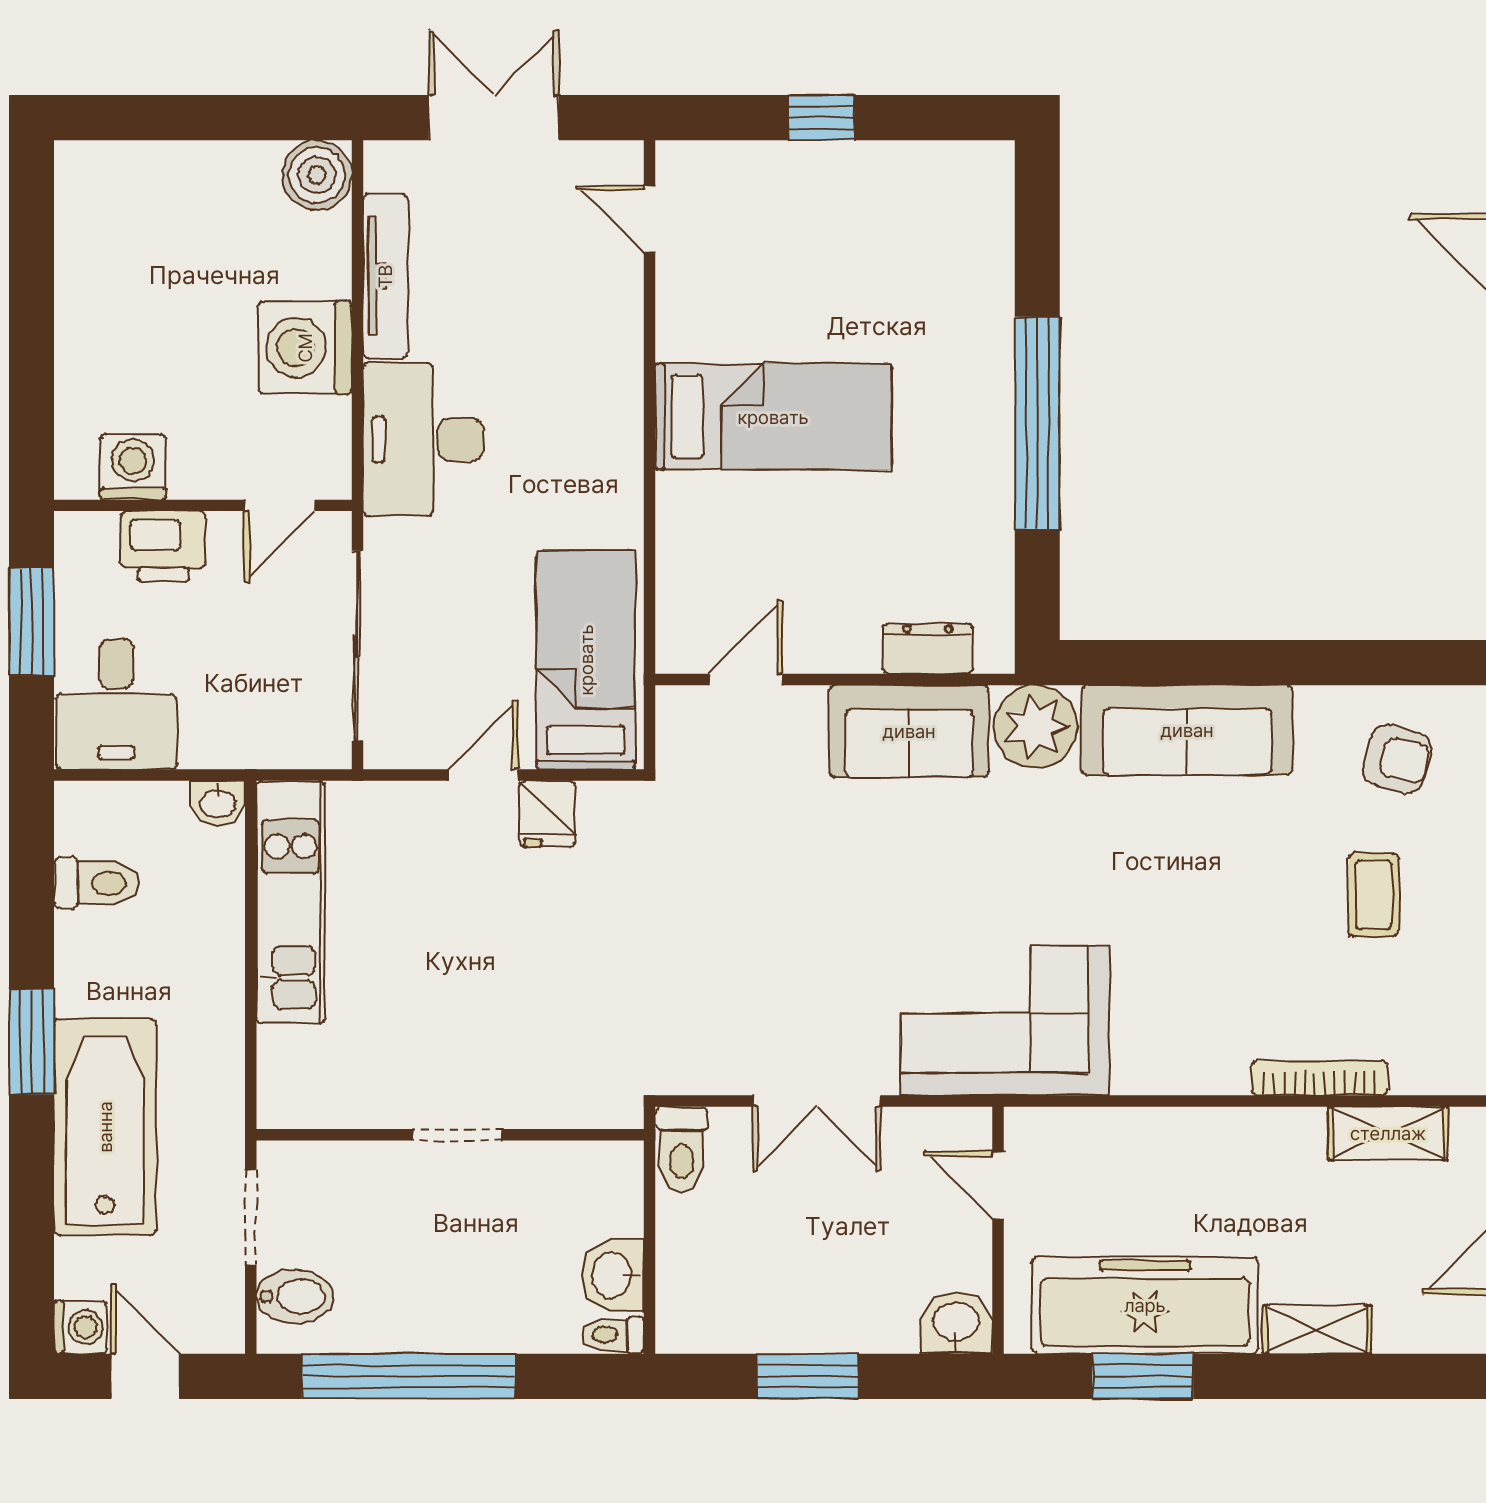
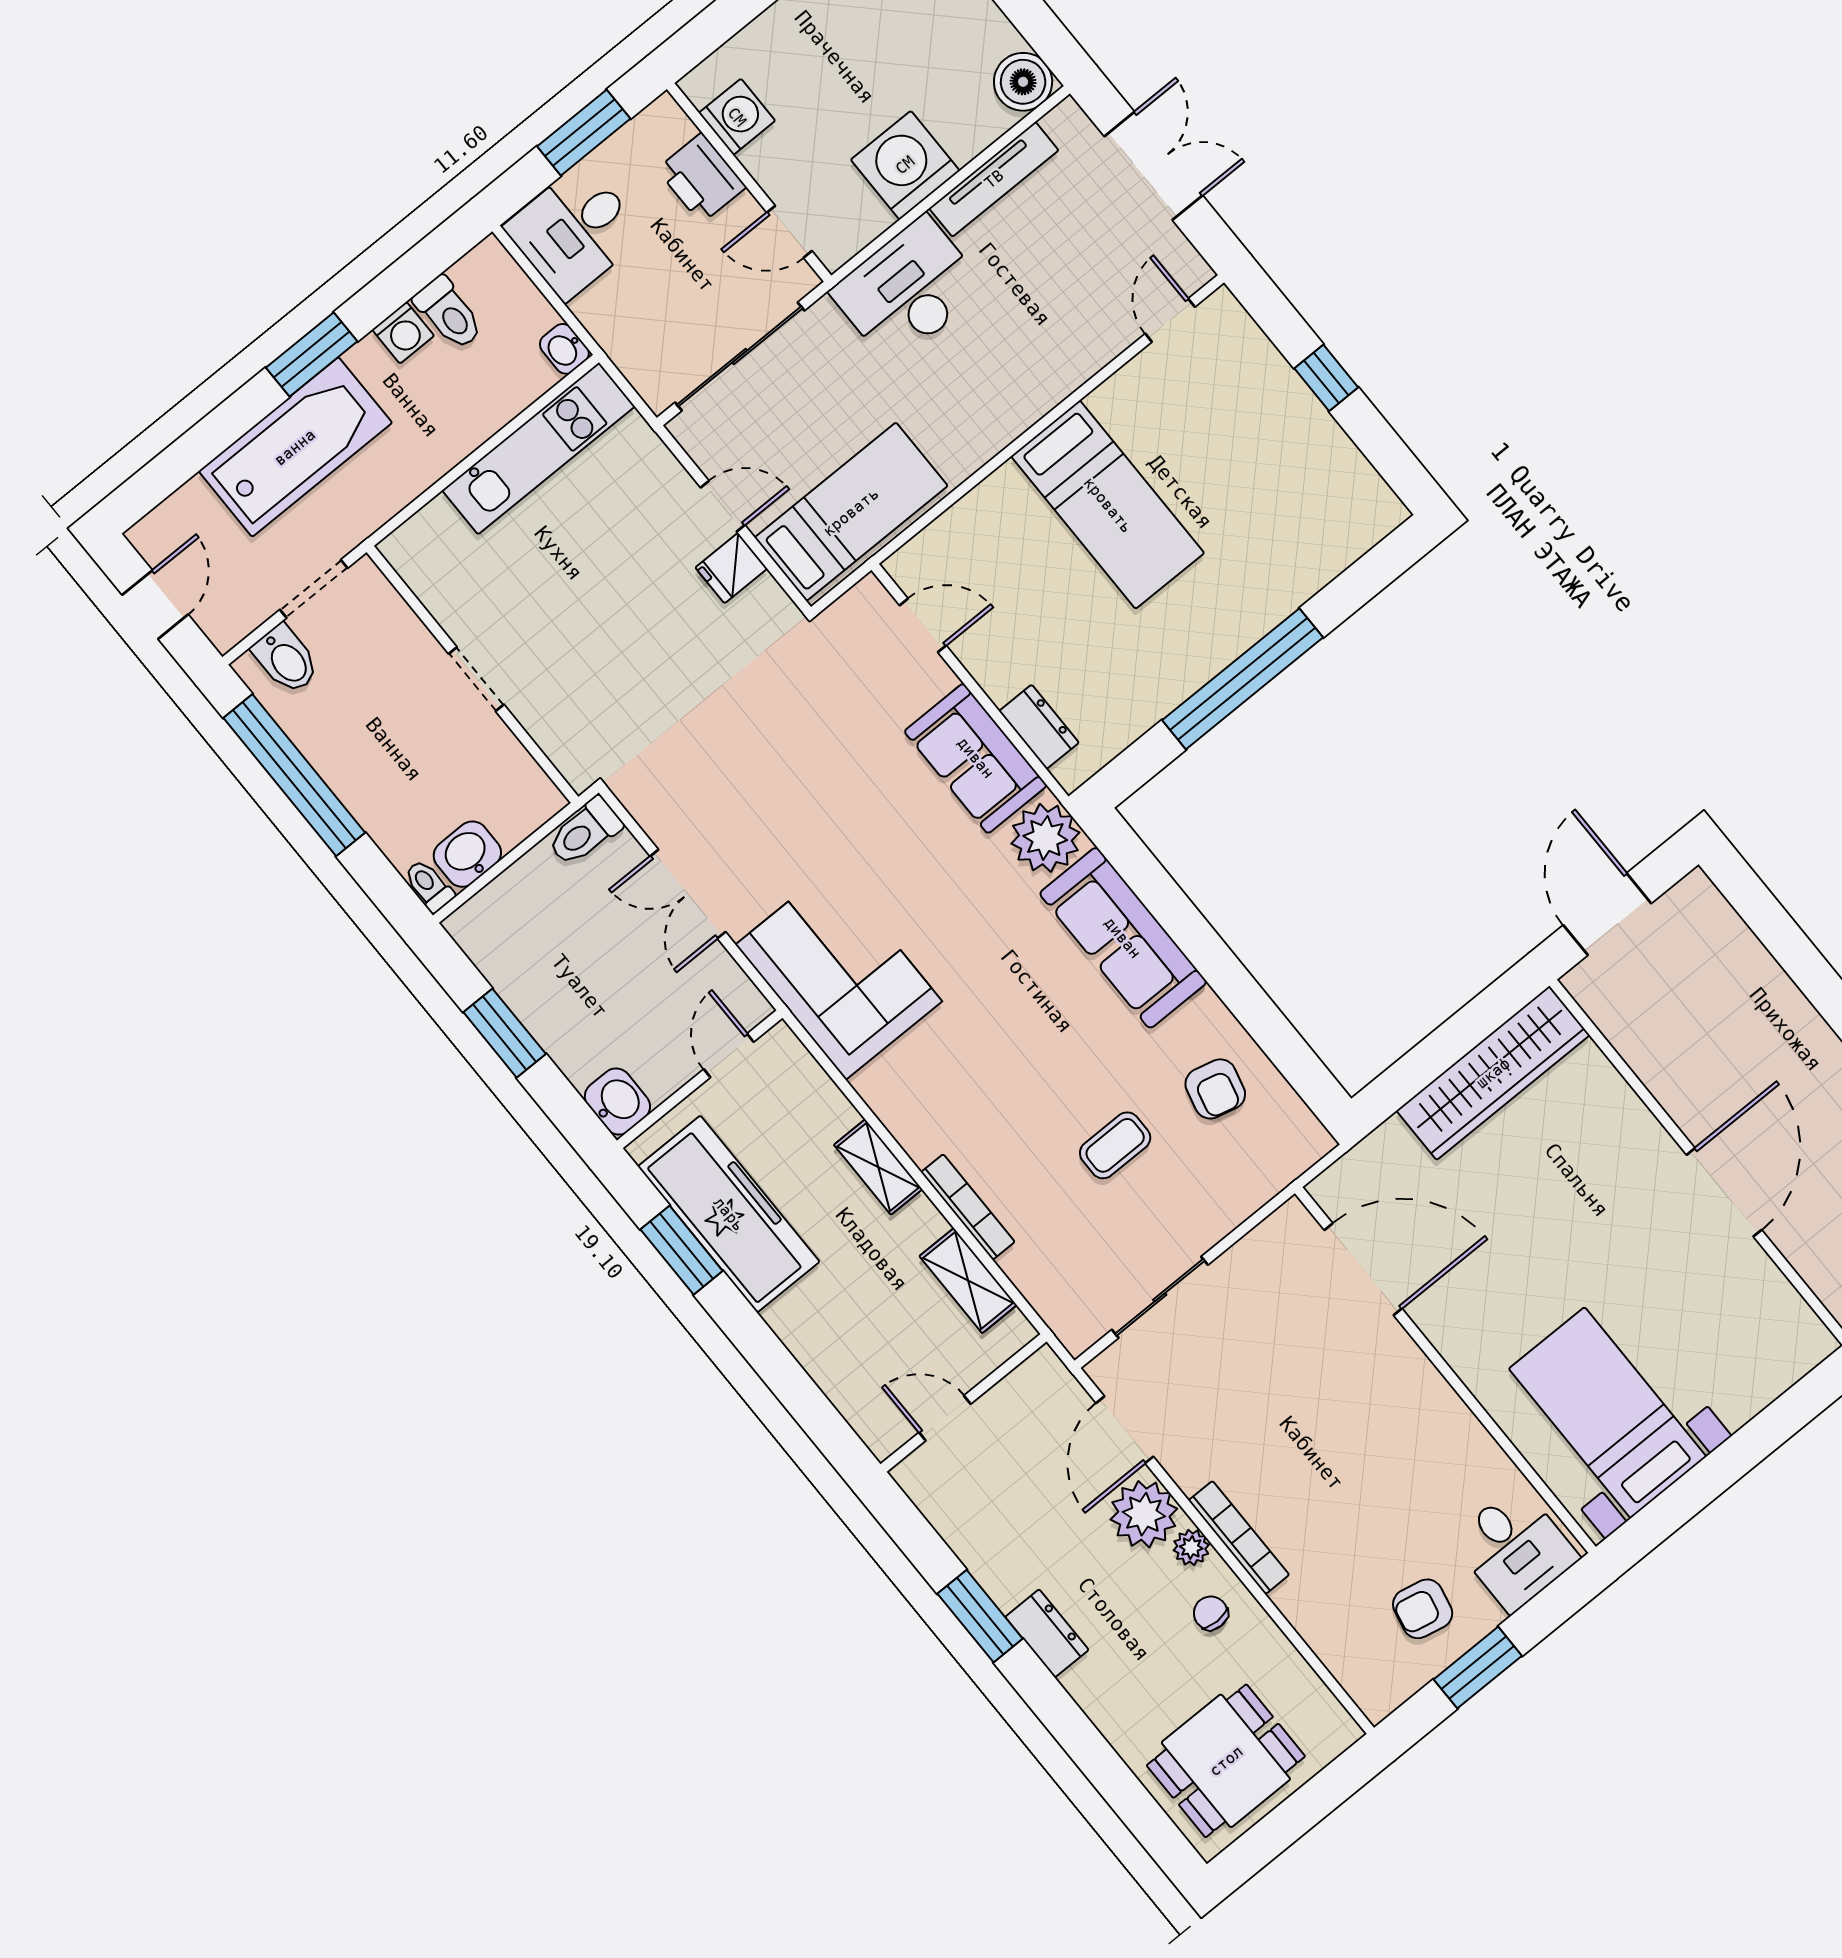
washing machine: (81, 1327) -> (403, 333), moved
shelving: (1317, 1329) -> (878, 1167), moved

